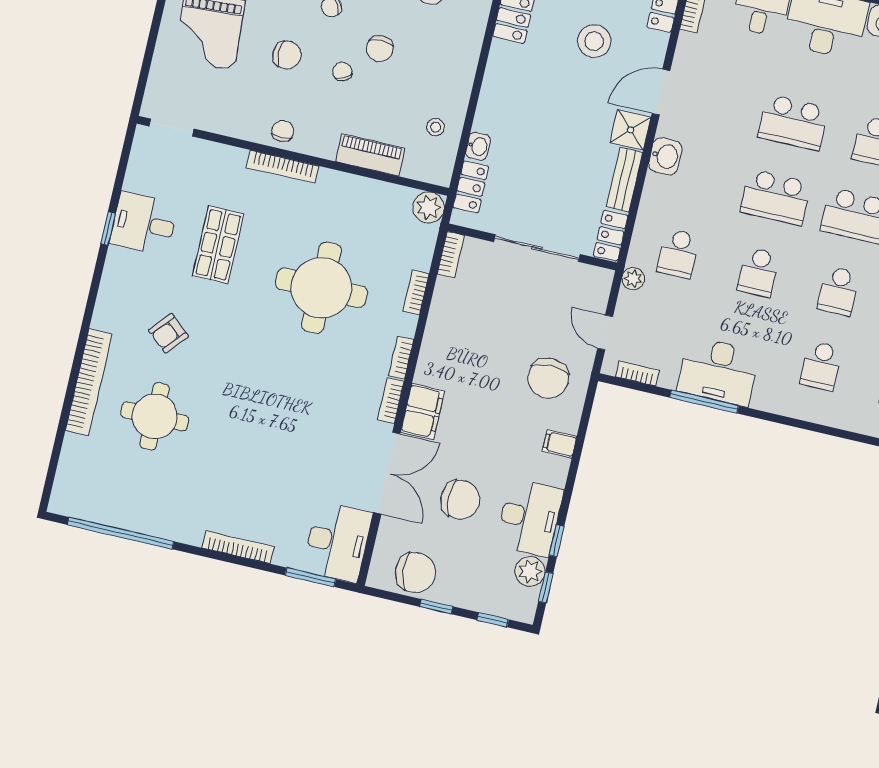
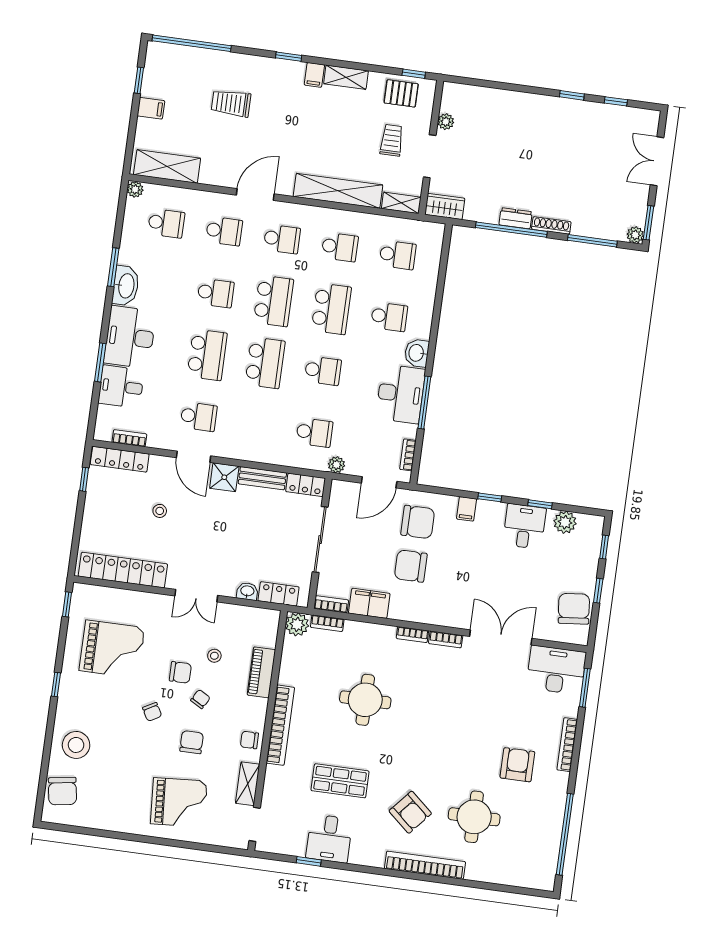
stool: (594, 41) -> (160, 511), width x0.53, depth x0.53
chair: (342, 72) -> (200, 699), turned 148
double door: (479, 79) -> (196, 596), added
school desk: (713, 104) -> (199, 417), added
shelving: (226, 123) -> (248, 784), added
stool: (436, 127) -> (214, 656), moved
washbasin: (665, 156) -> (417, 353), moved, turned -90
bookcase: (283, 167) -> (280, 725), width x1.48, depth x1.31
window: (108, 229) -> (309, 861), moved
round table: (321, 288) -> (365, 700), width x0.73, depth x0.73
school desk: (838, 291) -> (331, 309), width x1.85
bookcase: (416, 292) -> (327, 623), moved
door: (605, 332) -> (379, 482), width x1.38
armchair: (168, 333) -> (410, 812), width x1.38, depth x1.38
bookcase: (89, 382) -> (425, 865), moved
filing cabinet: (423, 411) -> (369, 603), moved
armchair: (218, 479) -> (517, 765), added
chair: (460, 500) -> (411, 566), moved, turned -90
desk: (529, 518) -> (524, 526), width x0.73
window: (546, 587) -> (490, 497), moved

